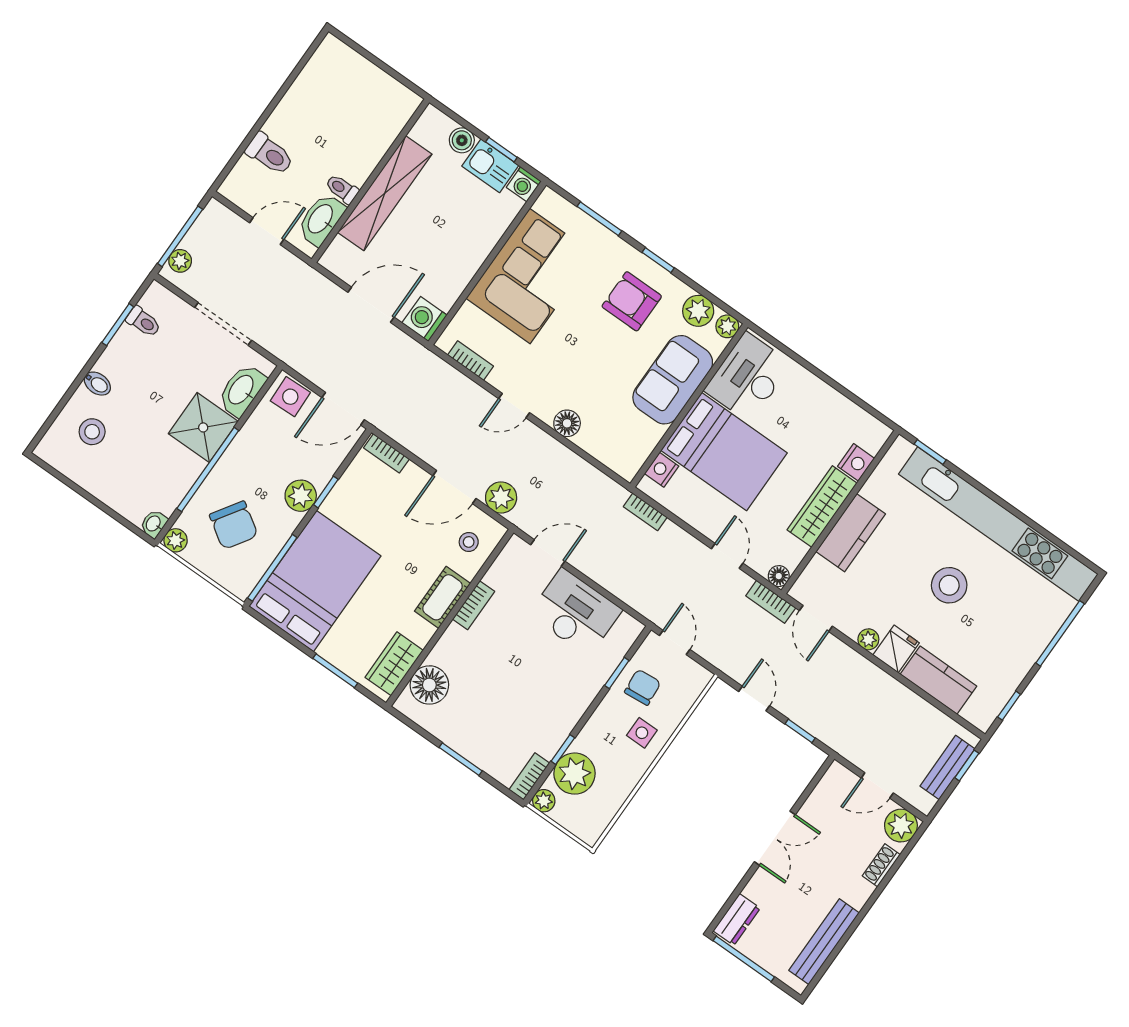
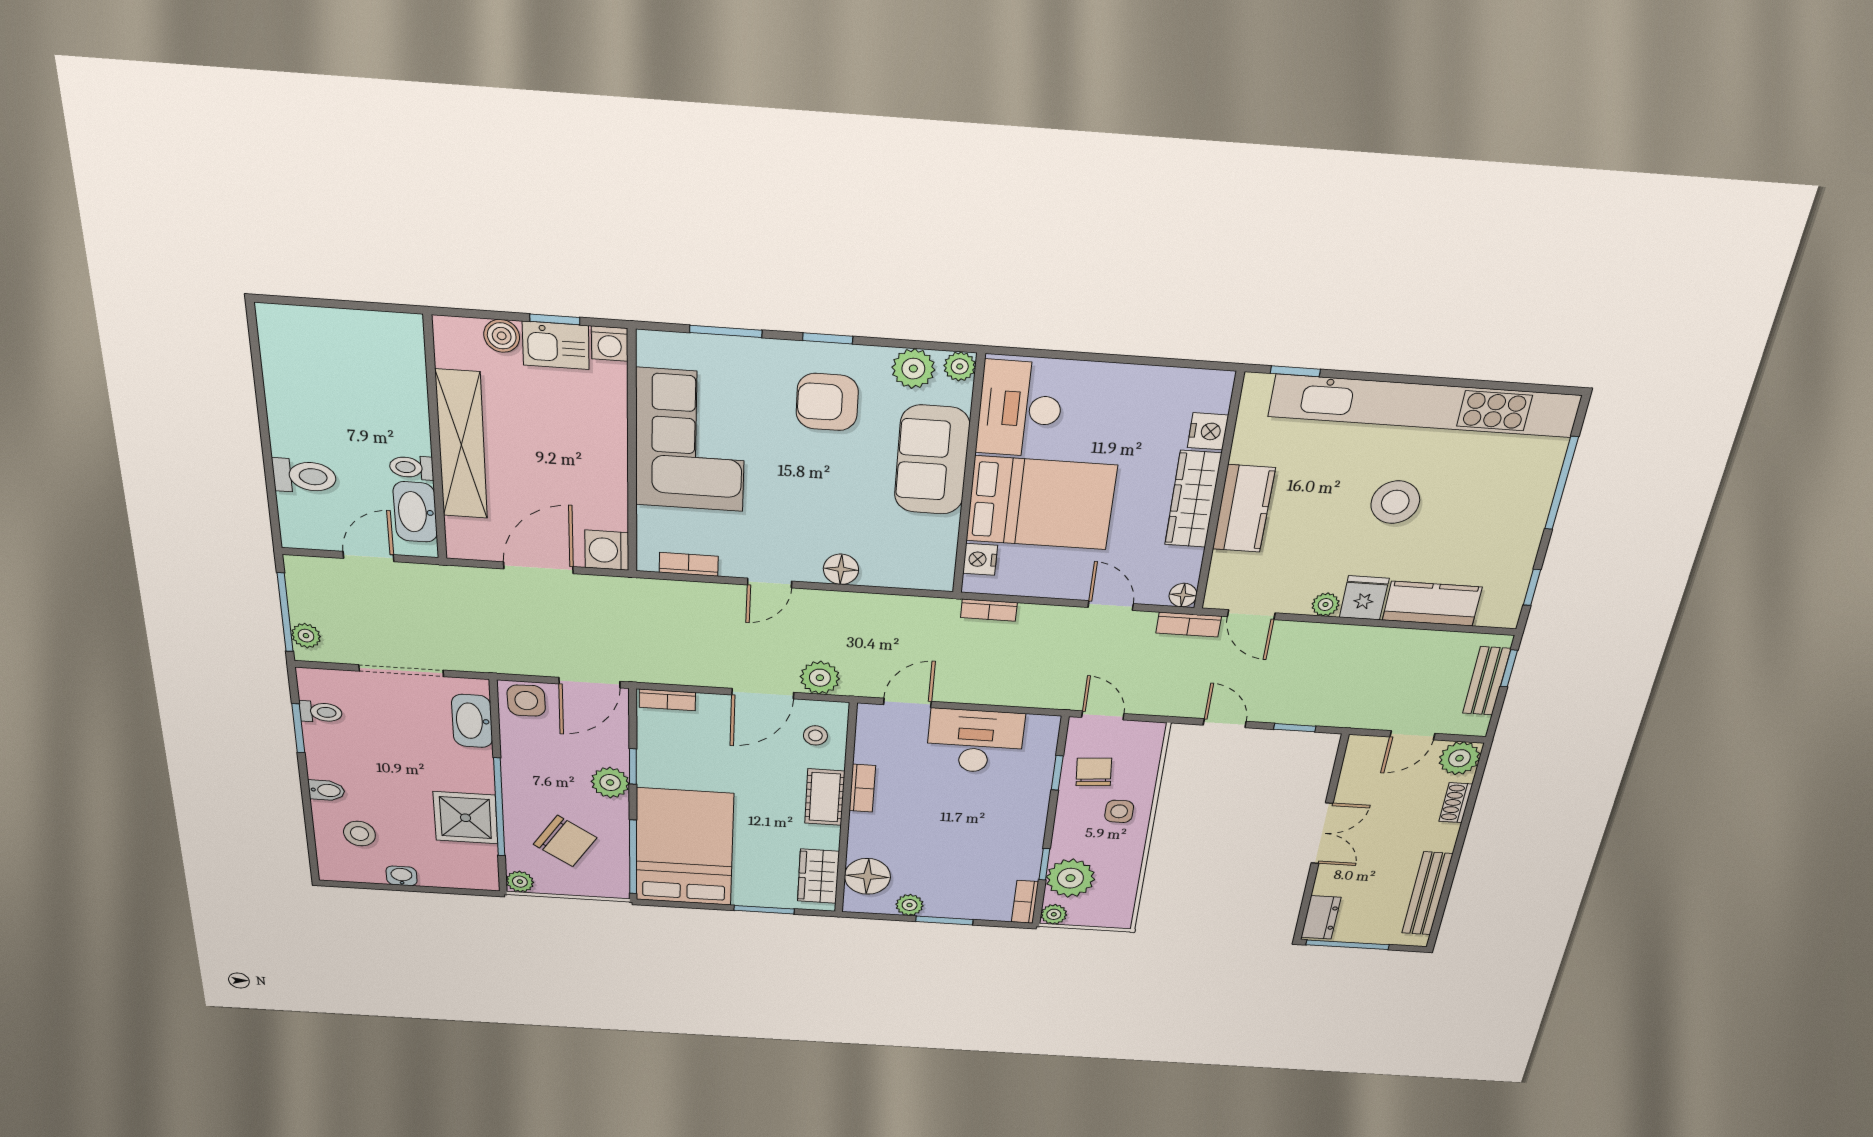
shower: (203, 427) -> (466, 818), moved
washbasin: (154, 524) -> (402, 876), moved, turned 90
plant: (444, 729) -> (910, 905), added

